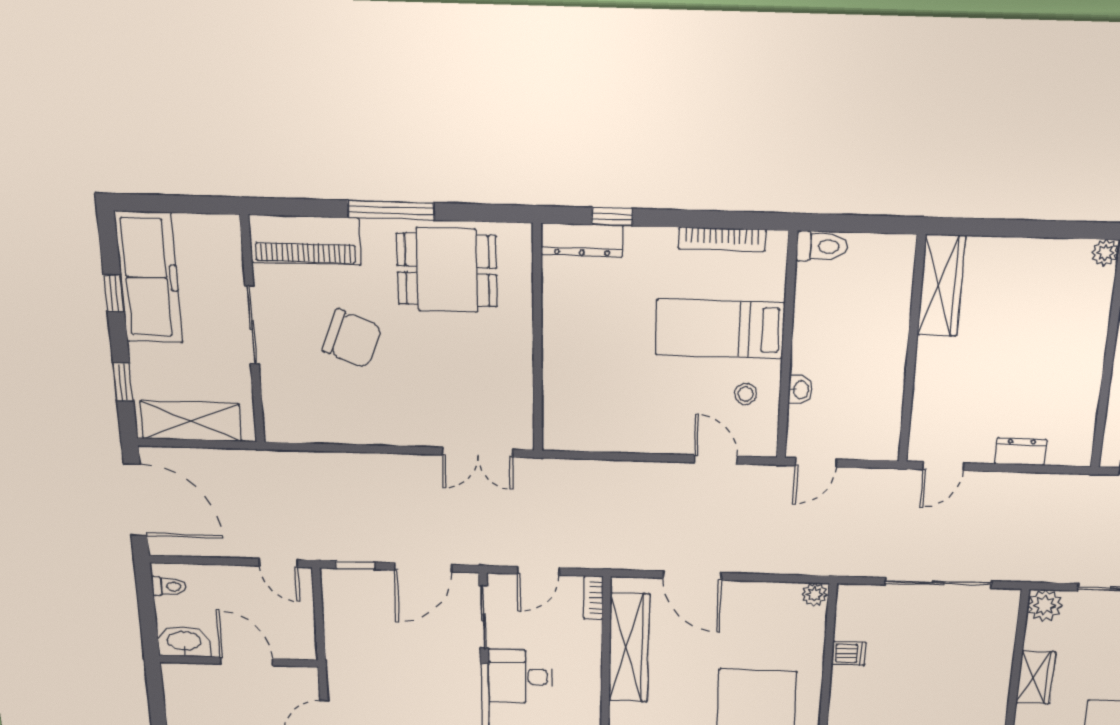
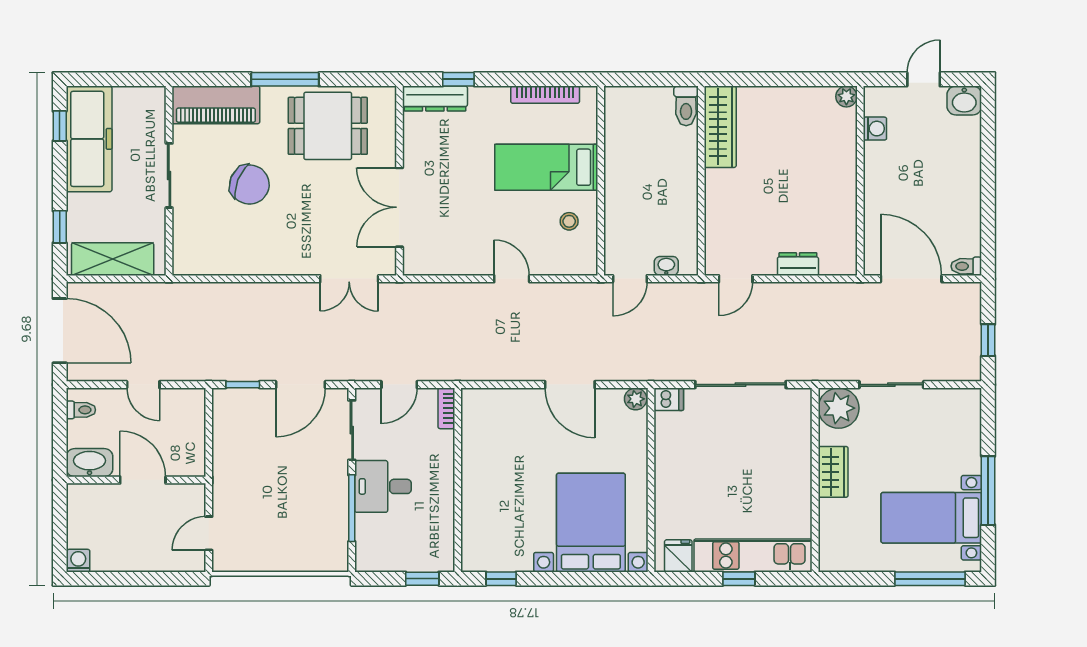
toilet: (822, 246) -> (686, 106), moved, turned 90
window: (114, 293) -> (60, 126), moved
double door: (538, 371) -> (399, 207), added
washbasin: (800, 390) -> (666, 266), moved, turned -90
door: (716, 459) -> (512, 279), moved
door: (278, 563) -> (143, 385), moved
door: (692, 575) -> (570, 385), moved
plant: (1045, 605) -> (839, 408), width x1.36, depth x1.36
wardrobe: (629, 648) -> (478, 455), removed
dishwasher: (849, 653) -> (669, 399), moved

